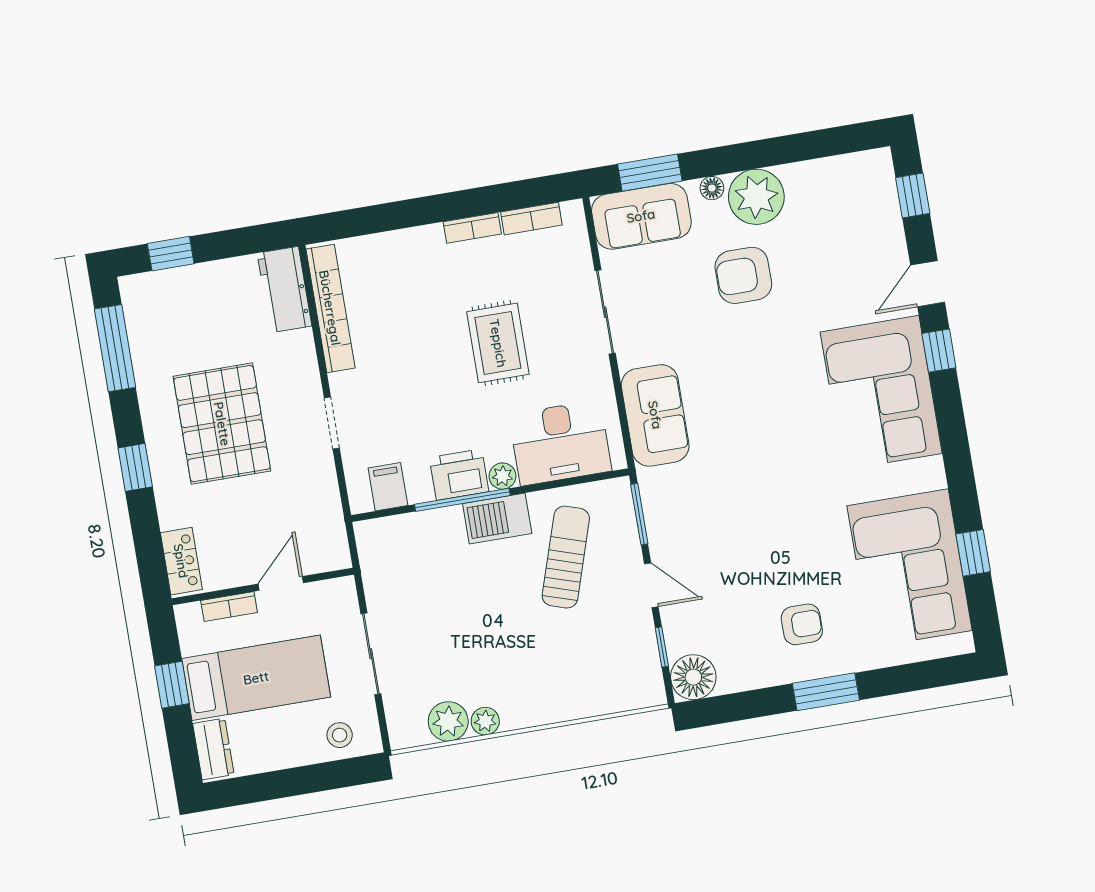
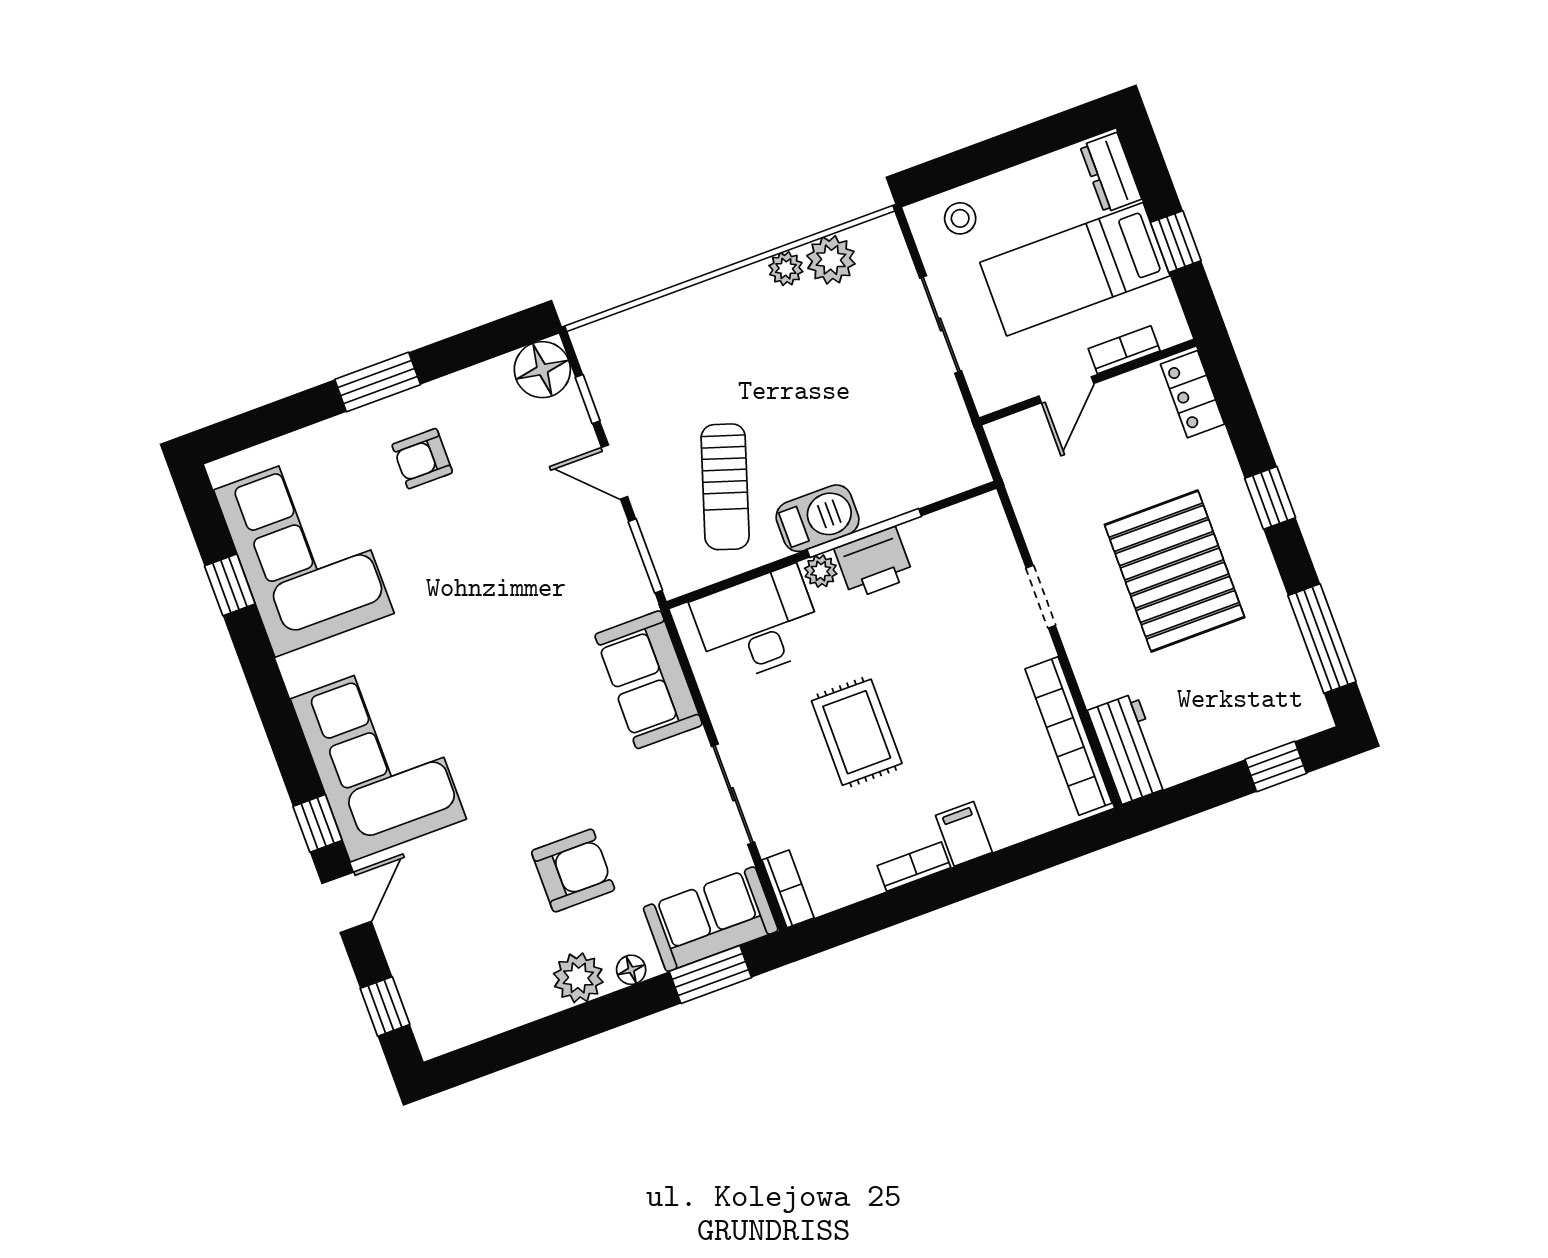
plant: (756, 197) -> (578, 978), width x0.73, depth x0.73
bookcase: (531, 219) -> (788, 889), moved, turned 90
filing cabinet: (388, 487) -> (964, 834), moved, turned 180

